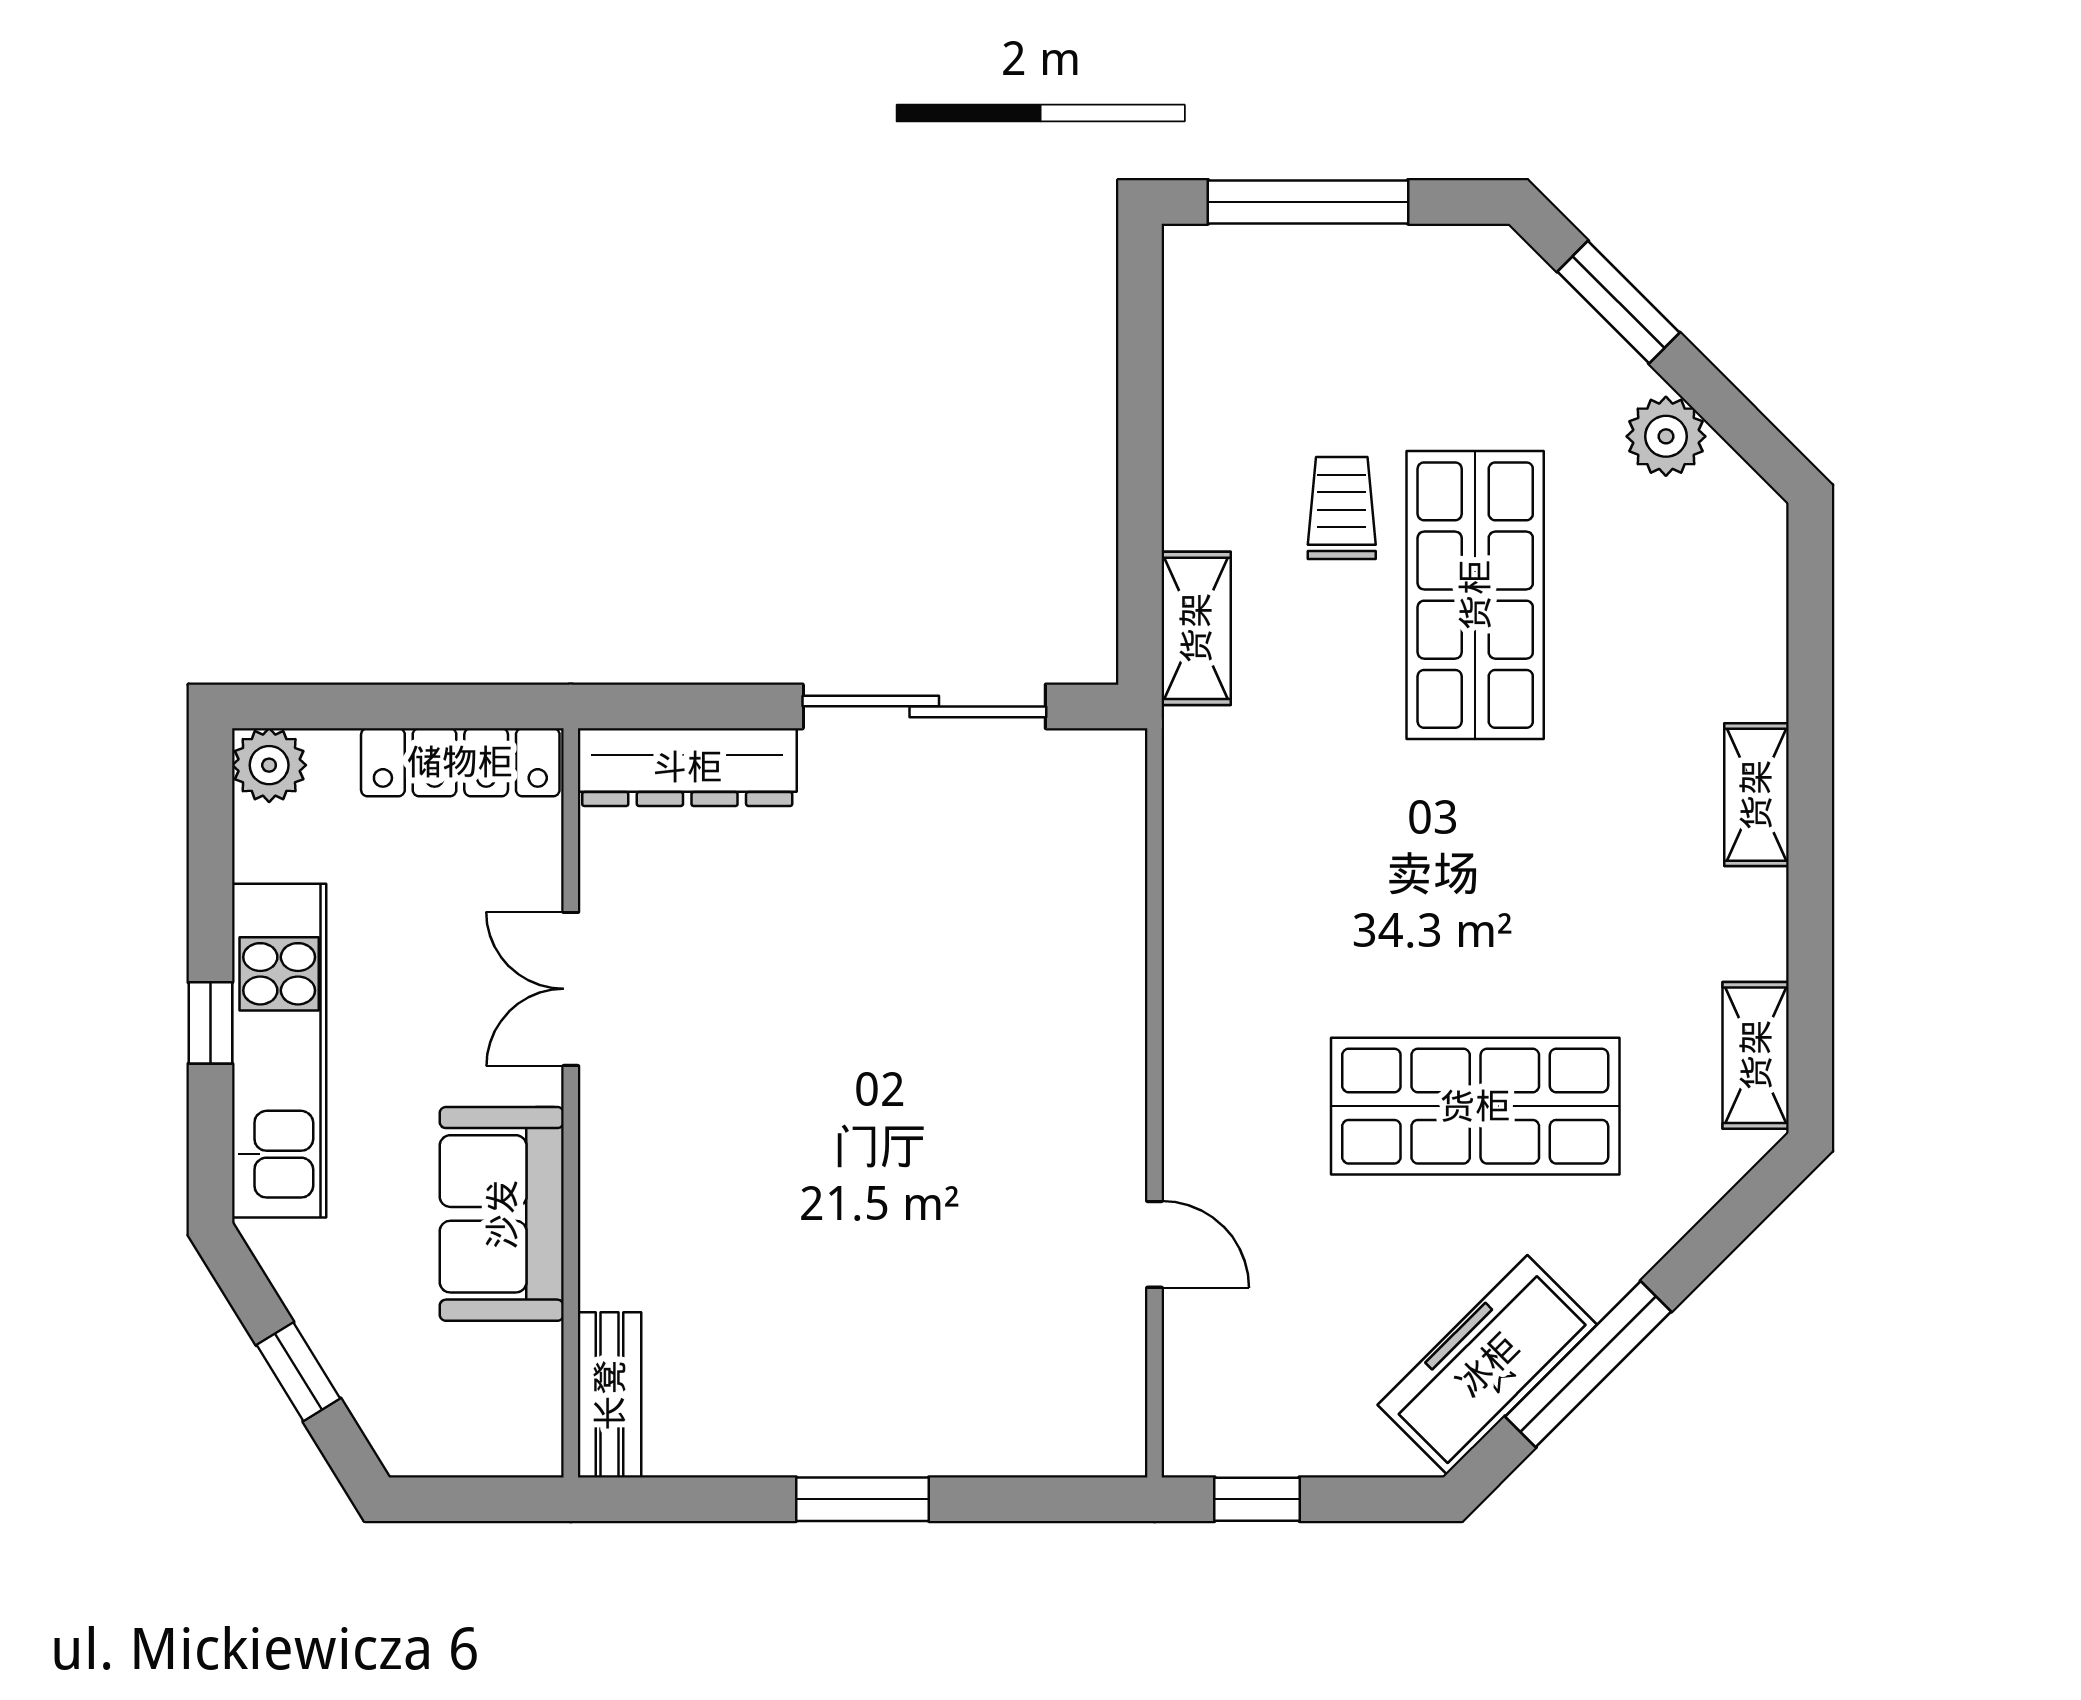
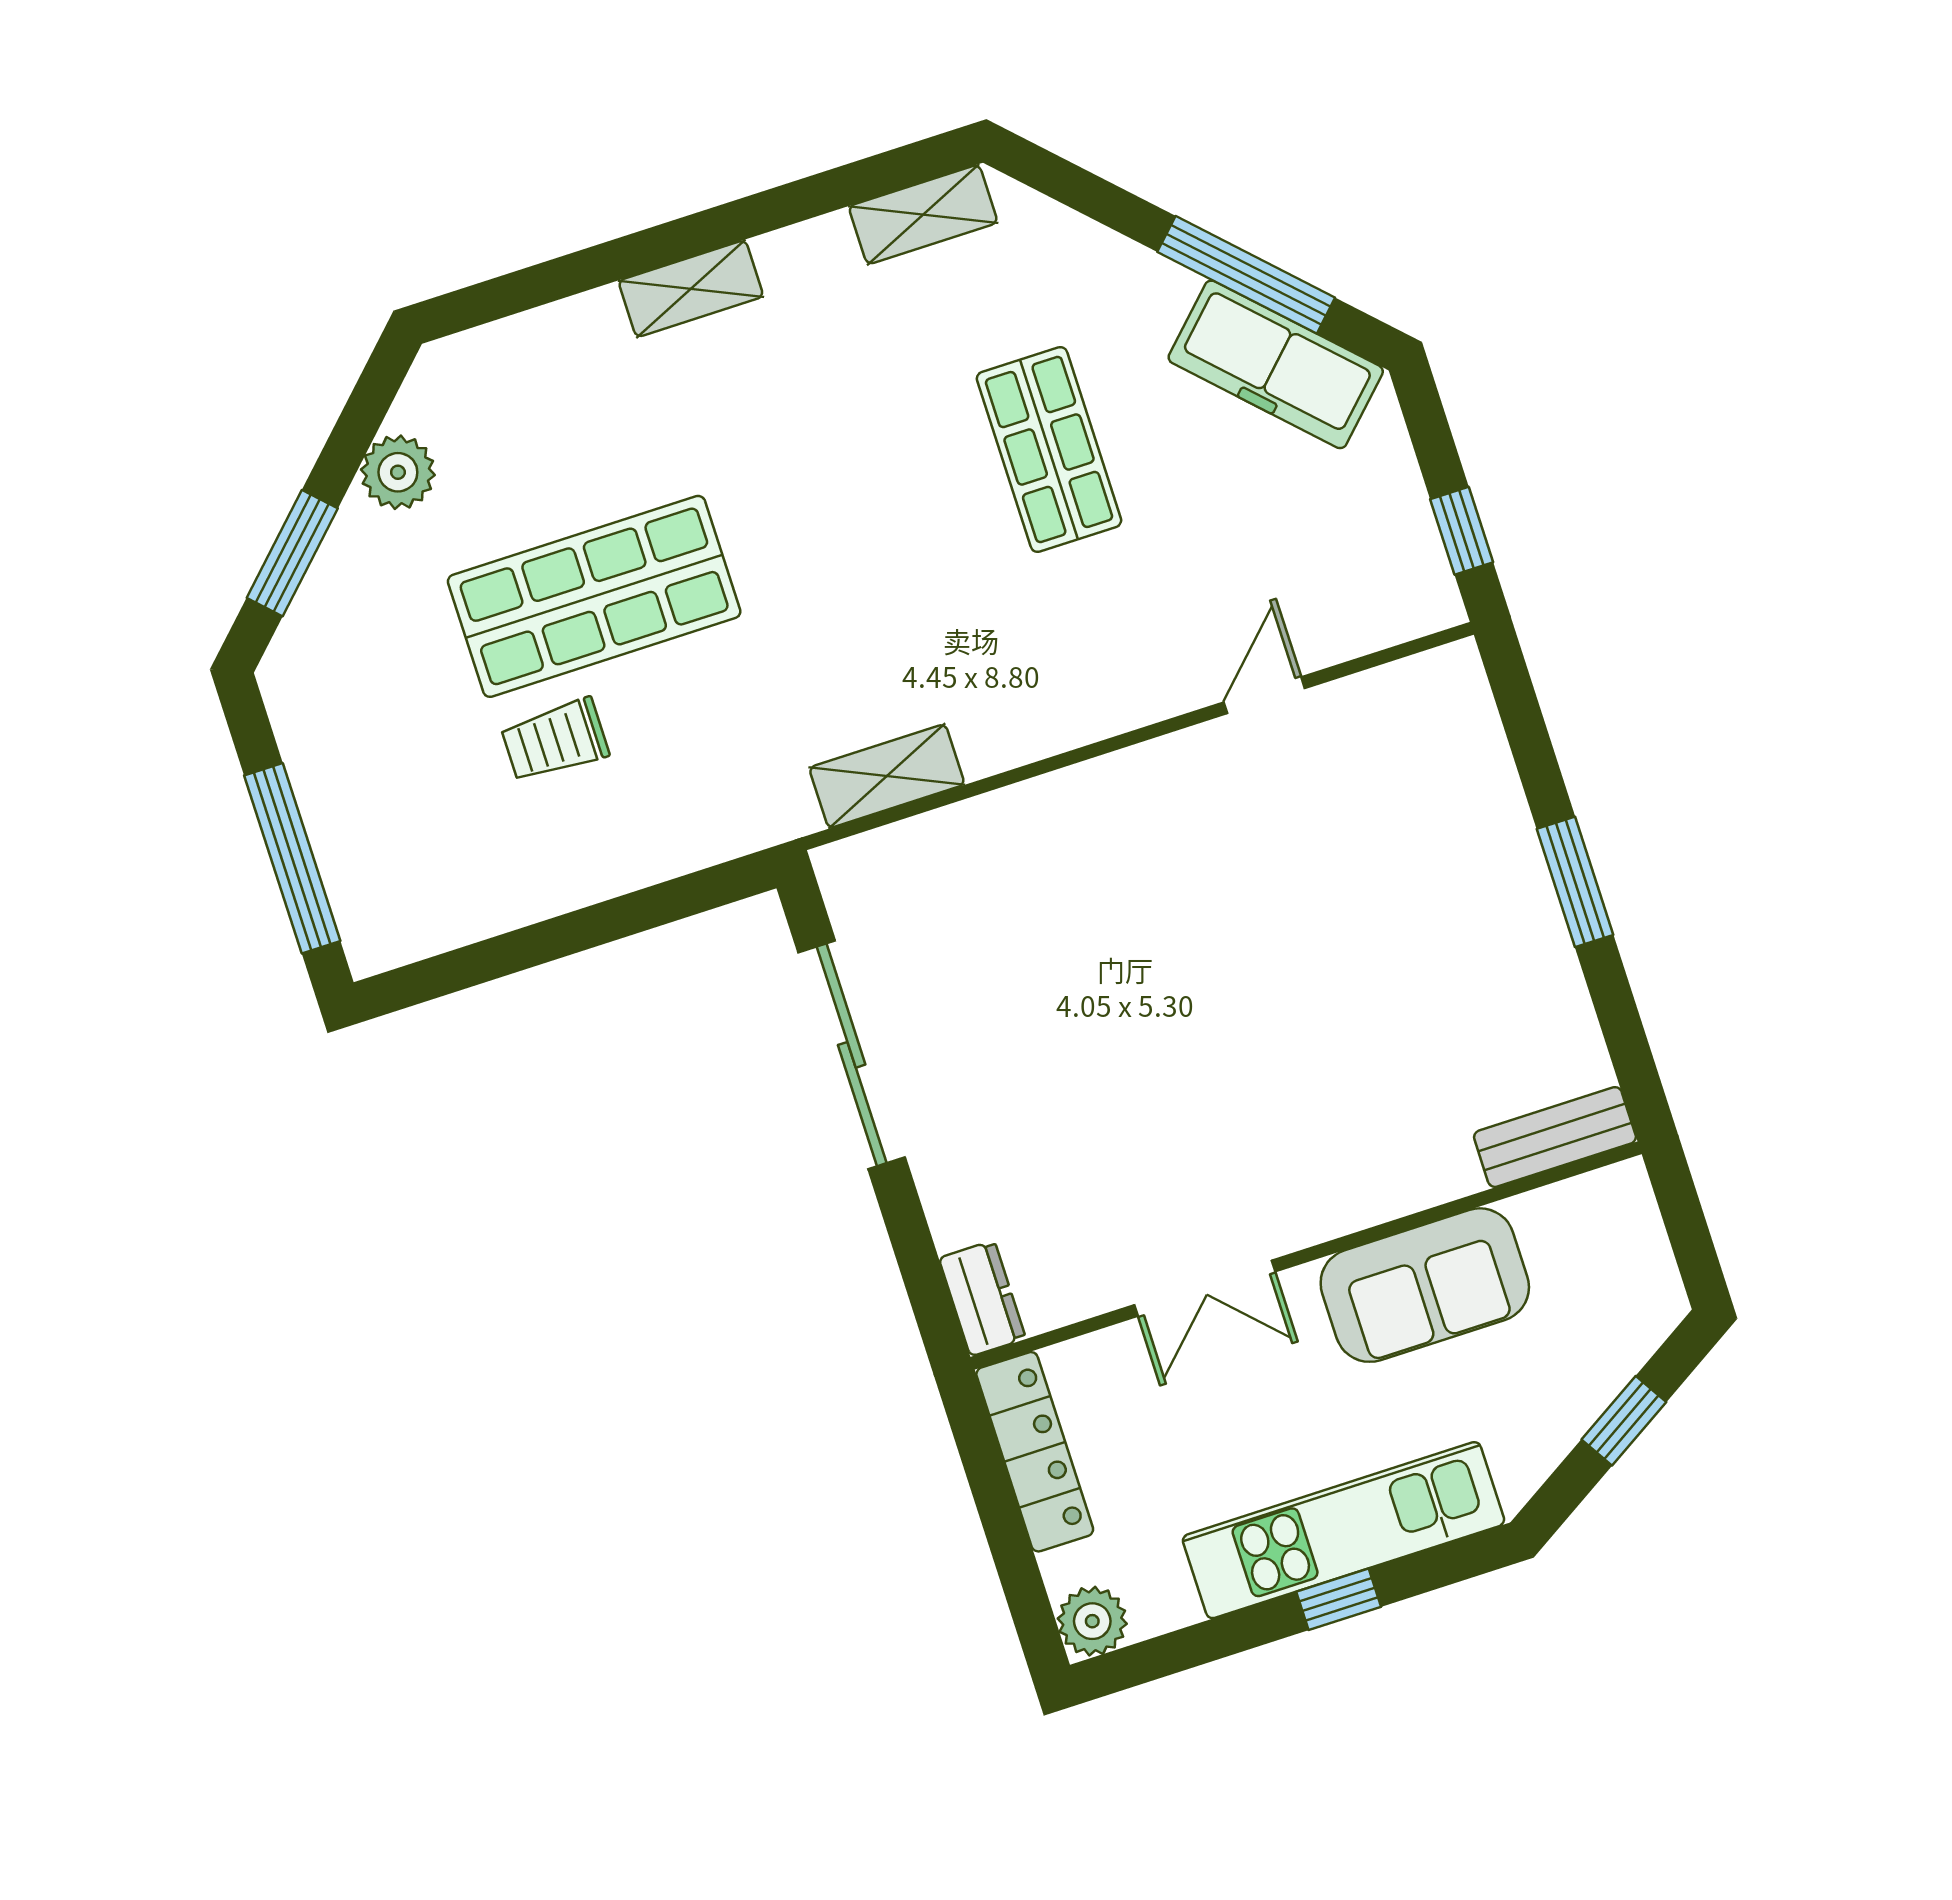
shelving: (1196, 628) -> (887, 776), moved
dresser: (687, 767) -> (982, 1298), width x0.51, depth x0.80
shop shelf: (1475, 1106) -> (1049, 449), width x0.70, depth x0.74

